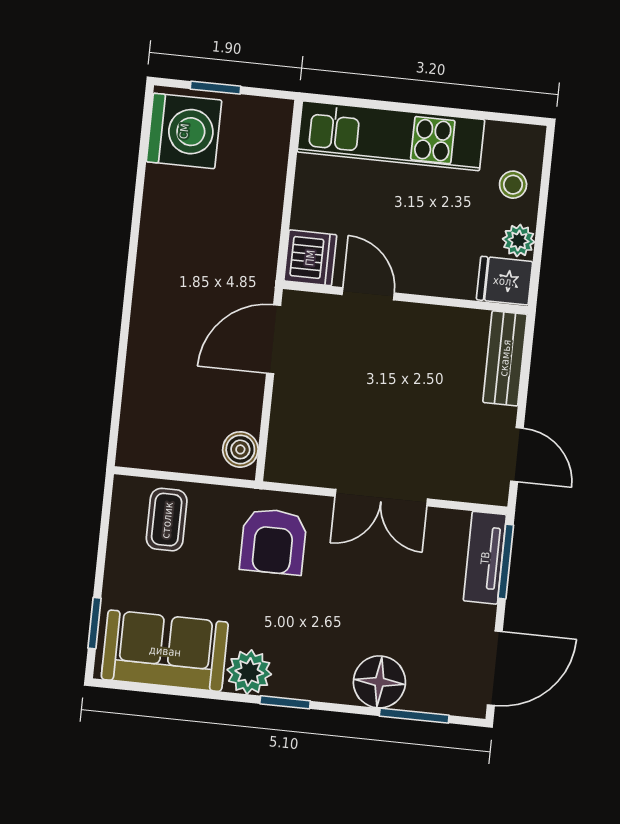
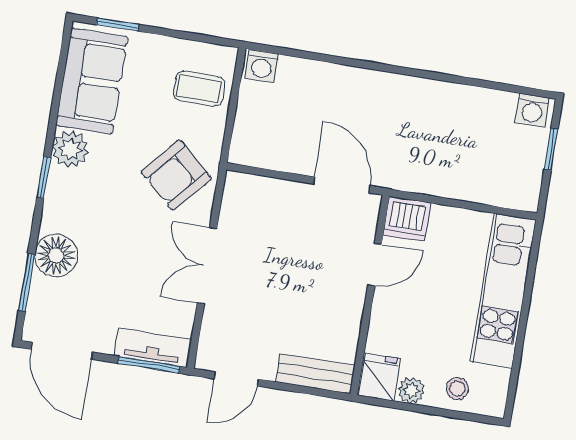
washing machine: (184, 131) -> (532, 110), width x0.53, depth x0.53
washing machine: (135, 445) -> (262, 66), added
boiler: (240, 449) -> (253, 152), removed
armchair: (273, 541) -> (176, 175), turned -49

